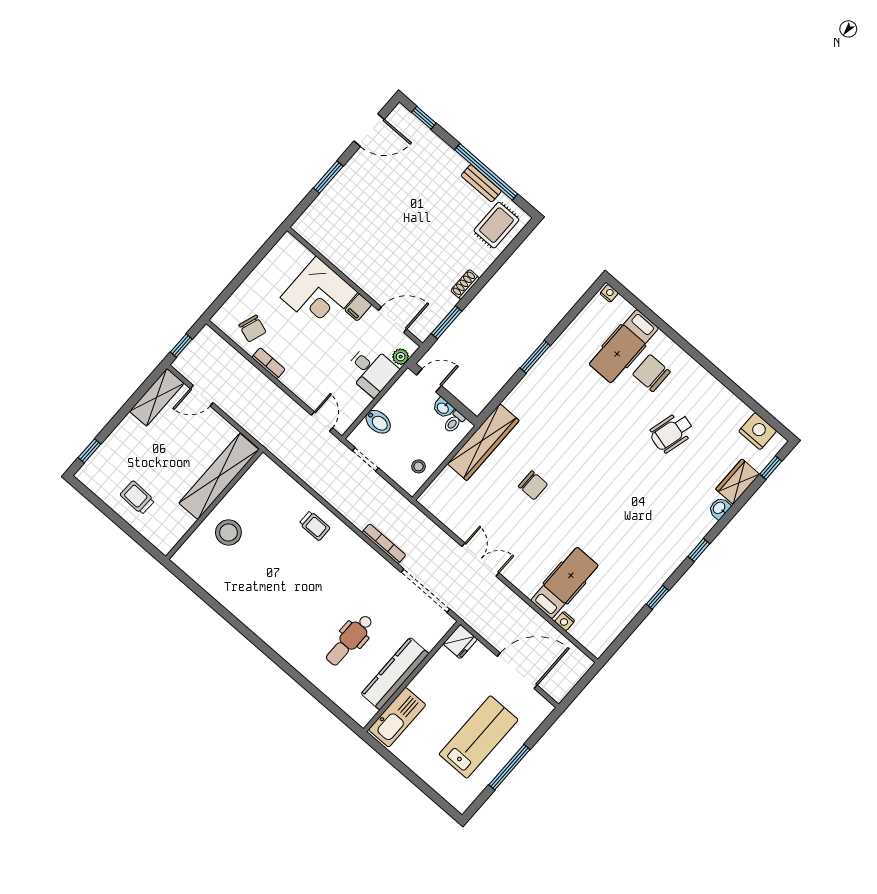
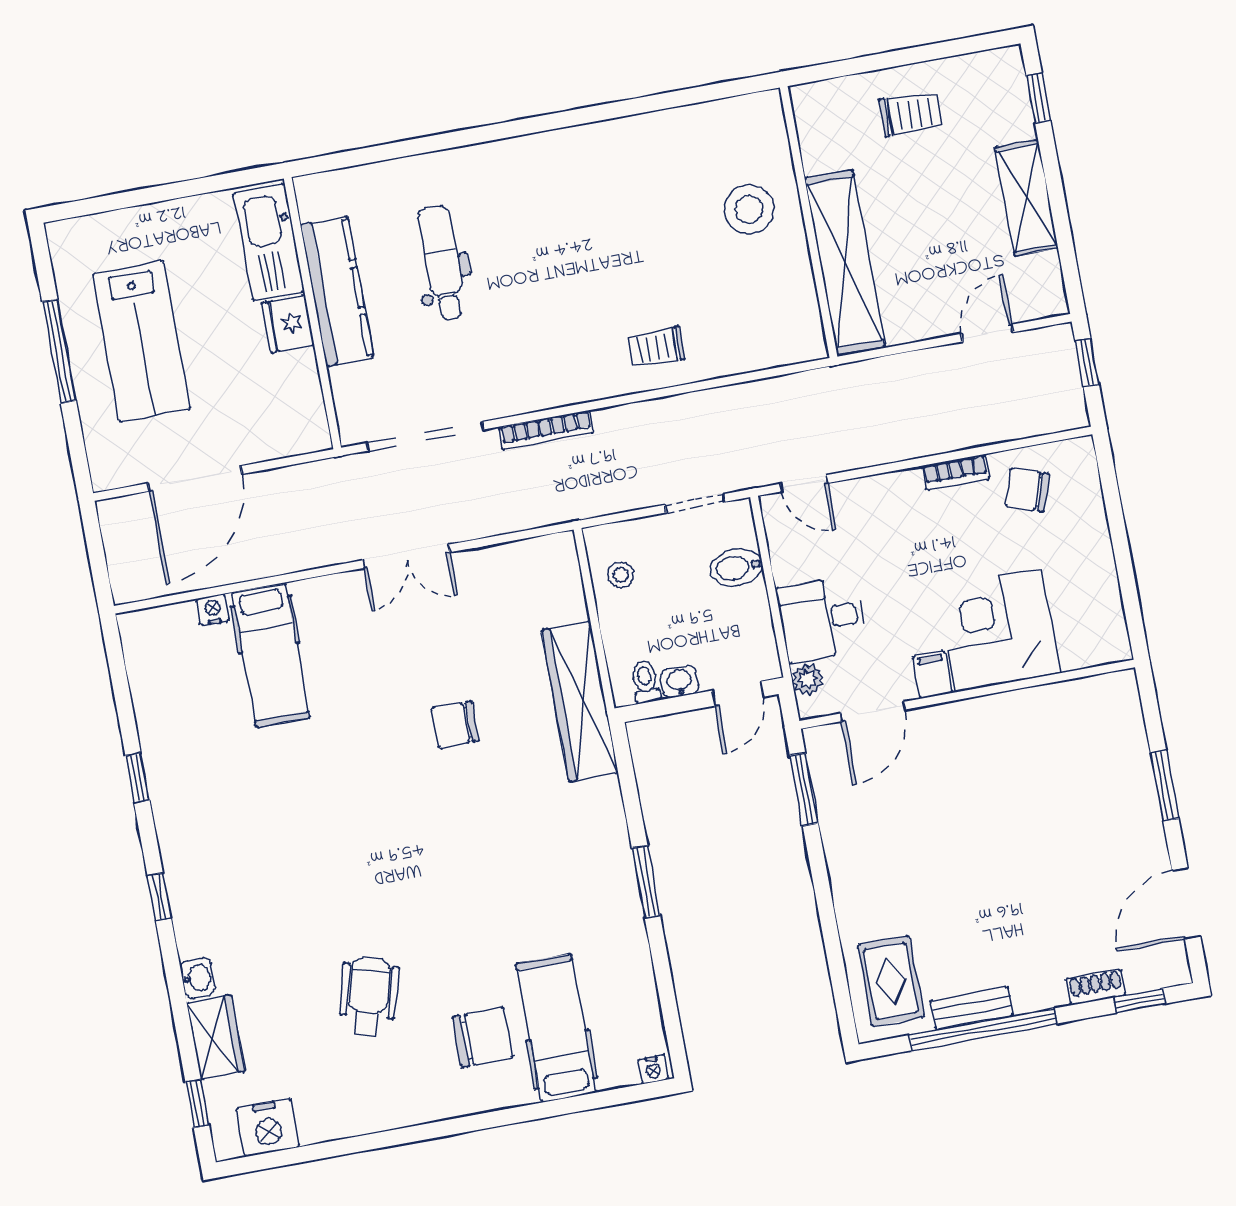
shoe rack: (465, 284) -> (1096, 987), moved, turned -90
shelving: (157, 397) -> (1026, 198), moved
fridge: (460, 642) -> (288, 324), moved

